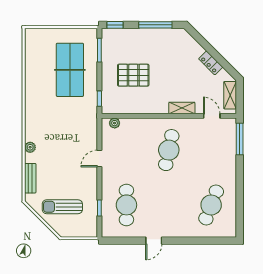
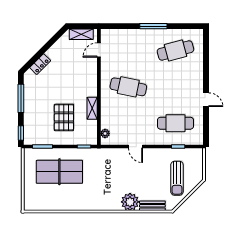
locker: (211, 63) -> (40, 64), moved
shelving: (182, 108) -> (92, 108), moved
window: (240, 139) -> (153, 26), moved
plant: (30, 147) -> (130, 202), width x1.88, depth x1.88
cafe table: (211, 205) -> (175, 50), turned -36

